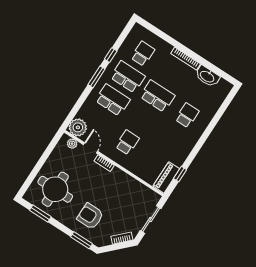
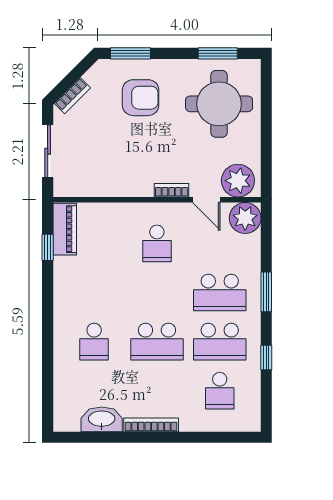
window: (97, 77) -> (266, 292), moved
plant: (72, 144) -> (238, 181), width x1.88, depth x1.88

